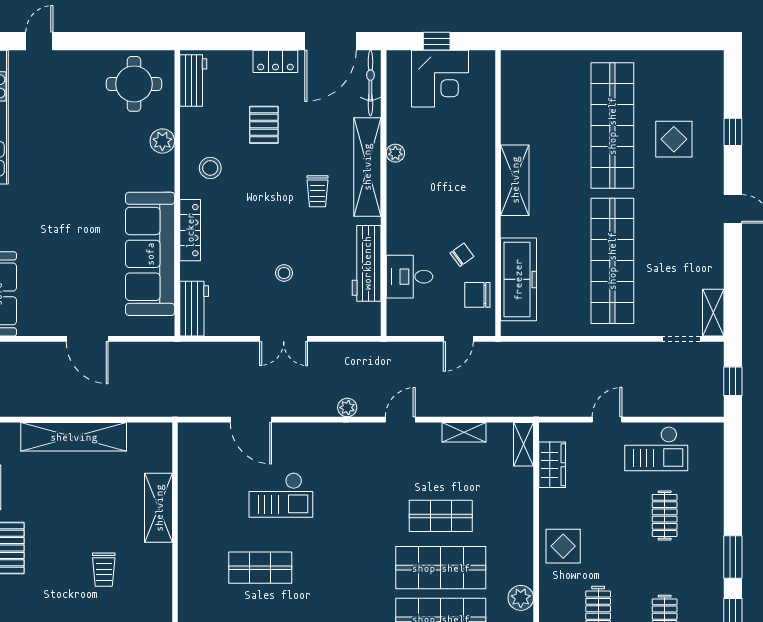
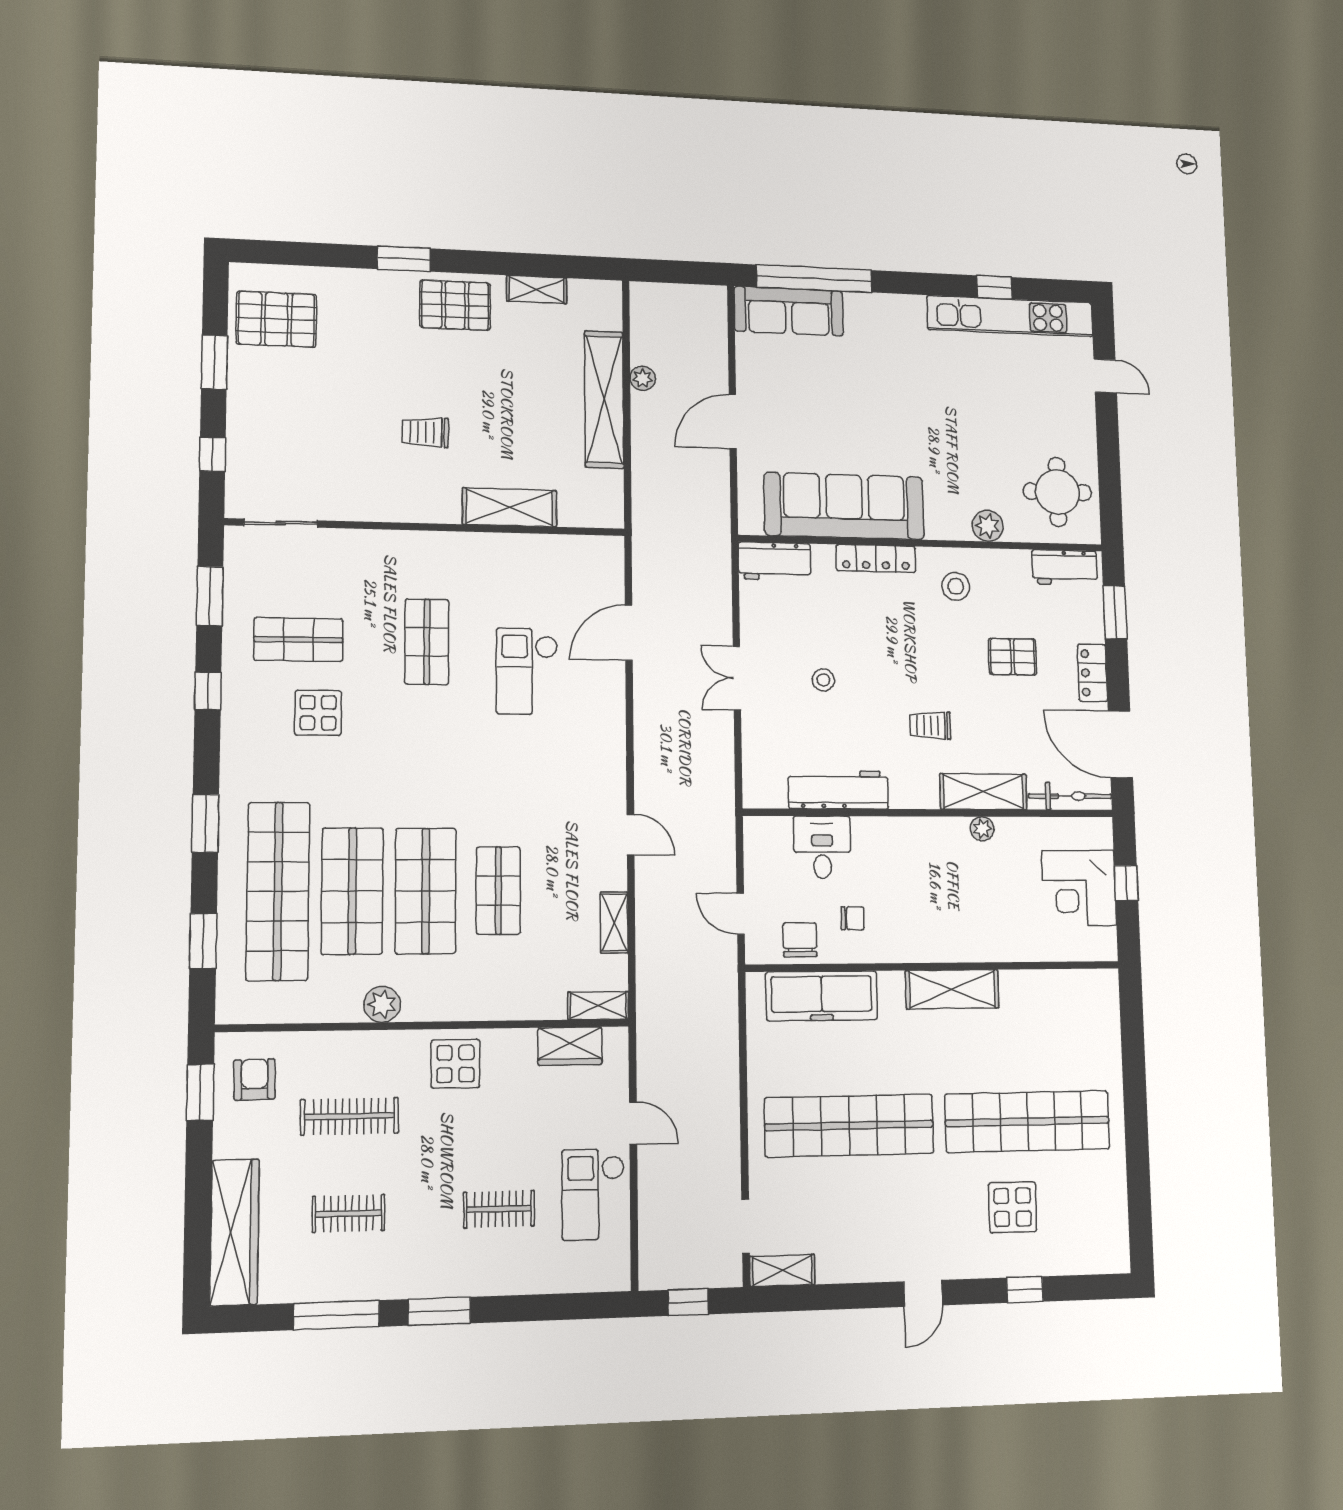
window: (228, 41) -> (1115, 612), added
shelving: (367, 167) -> (983, 792), width x0.68
chair: (462, 255) -> (853, 918), turned -54
plant: (347, 408) -> (643, 378), moved

